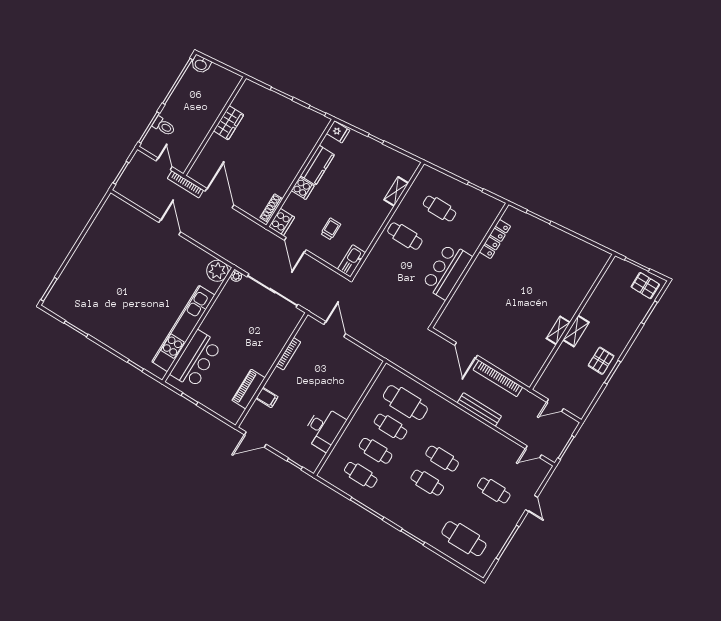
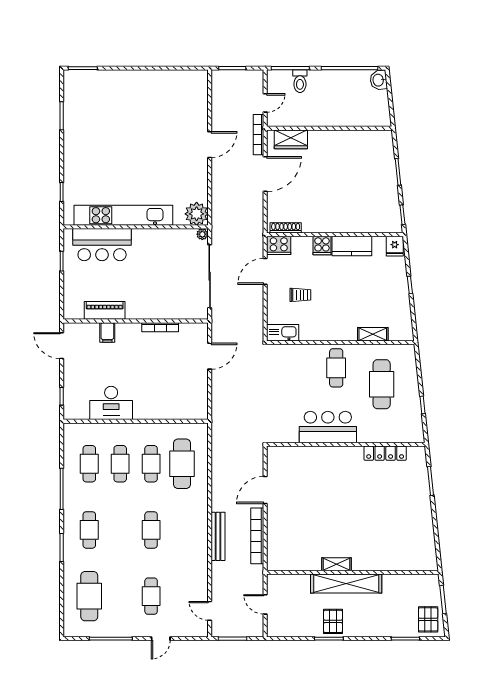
wardrobe: (229, 123) -> (291, 139), moved
cafe table: (440, 209) -> (382, 384), width x1.37, depth x1.35
shelving: (576, 331) -> (346, 584), width x2.20, depth x1.33
pallet: (601, 361) -> (333, 621), turned 90
cafe table: (427, 483) -> (89, 530), moved

